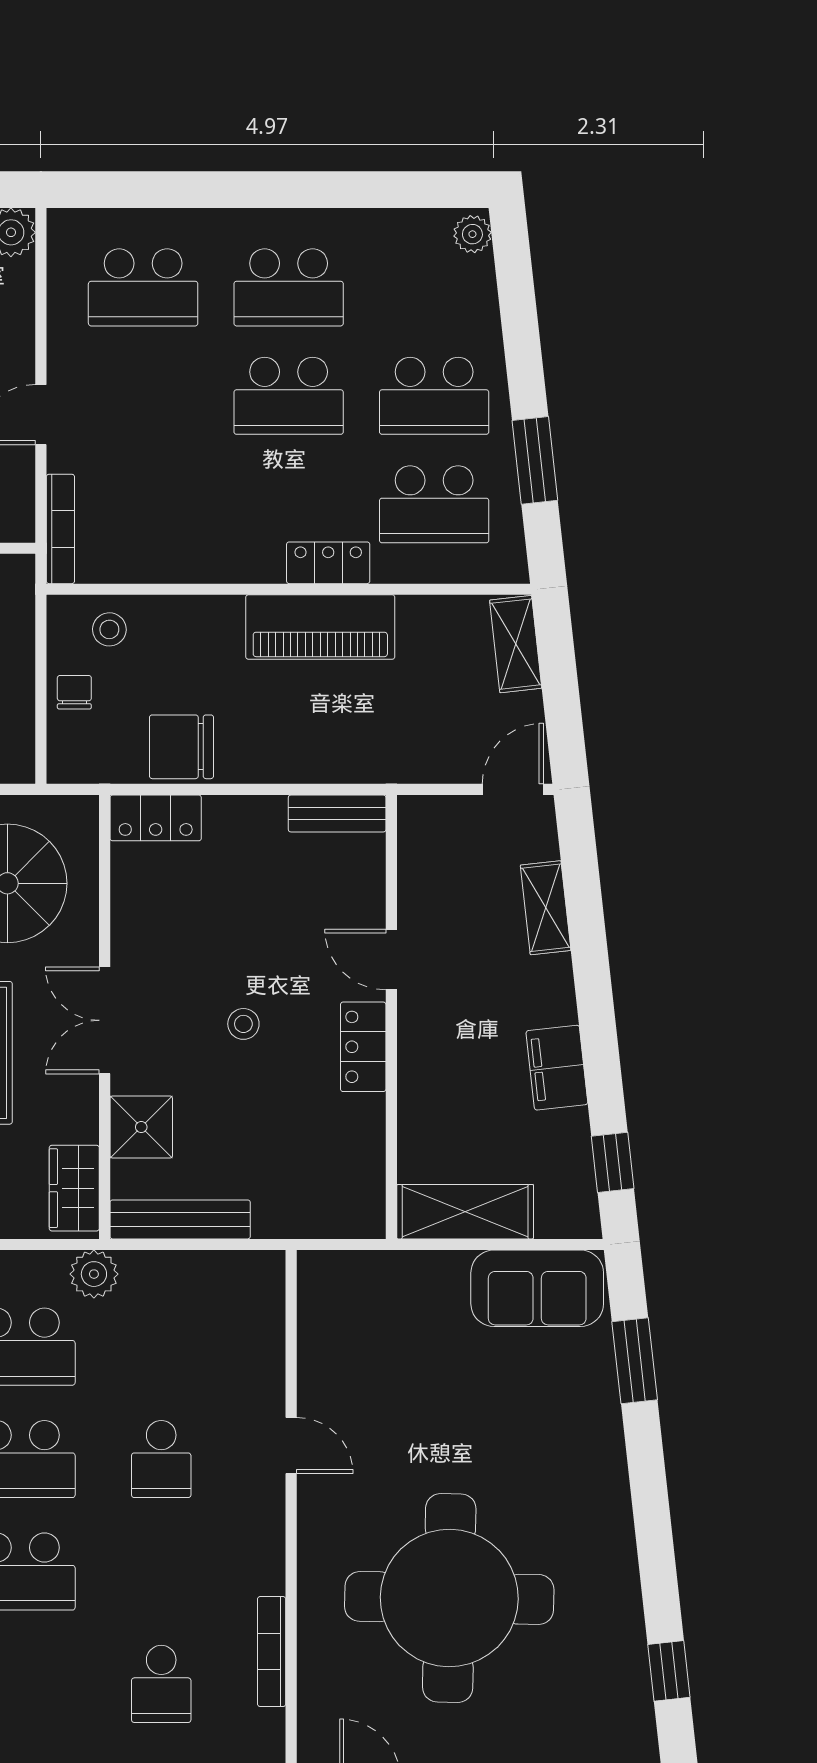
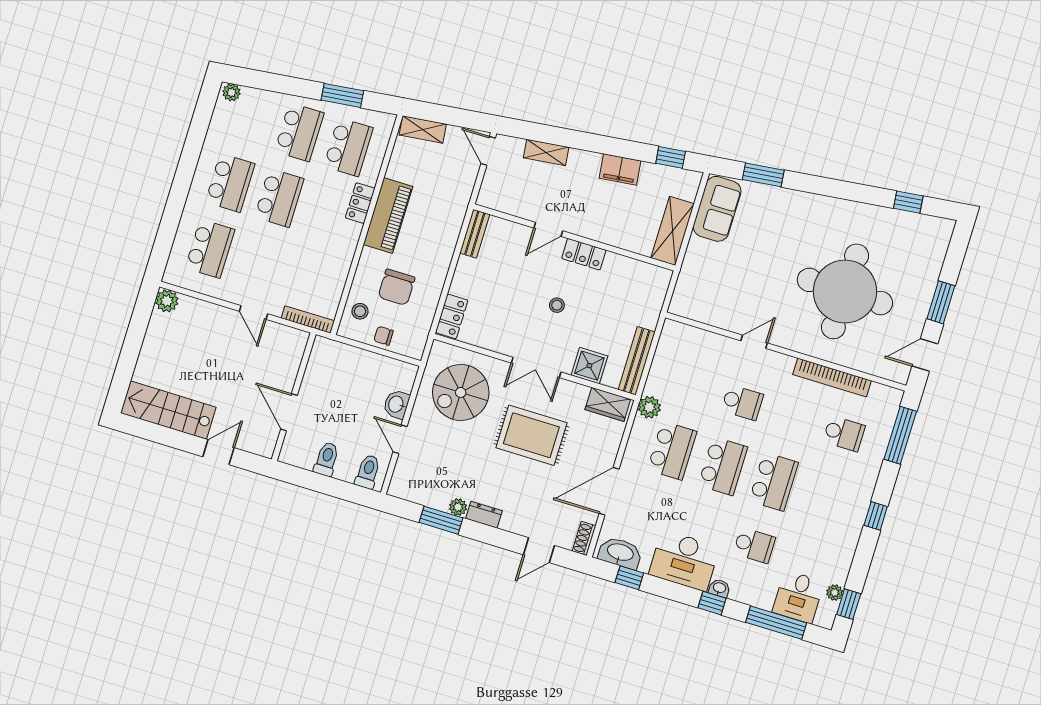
chair: (182, 747) -> (397, 287), moved
bookcase: (272, 1652) -> (832, 378), width x1.48, depth x1.31

